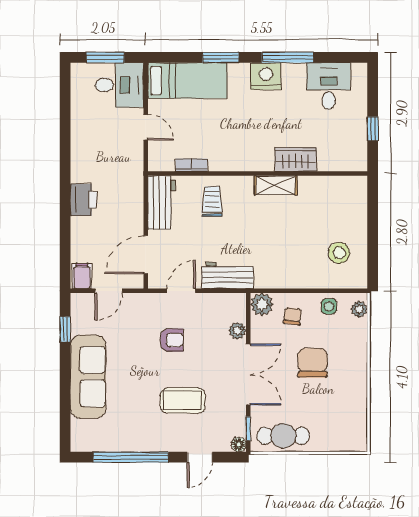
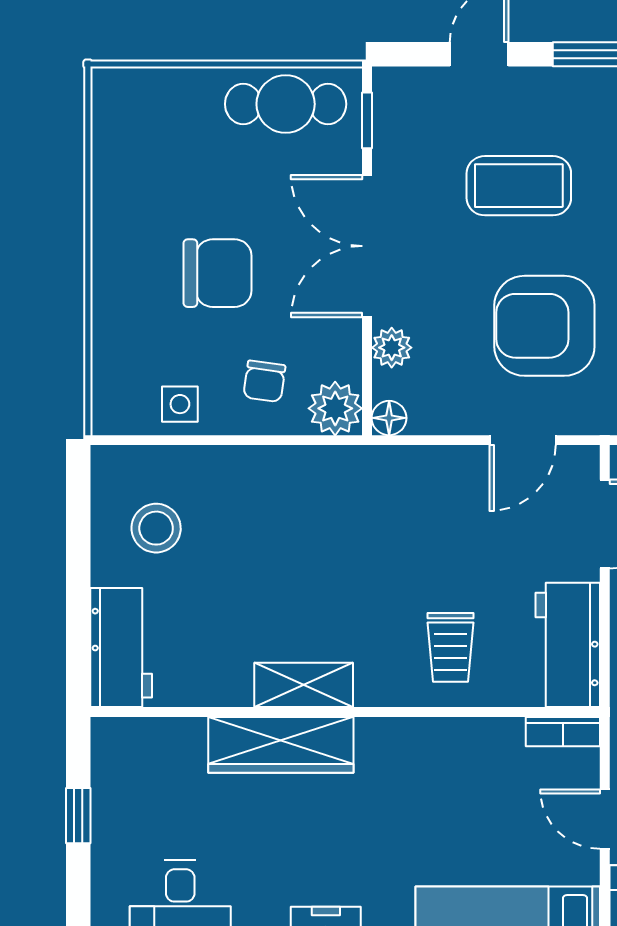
wardrobe: (296, 159) -> (281, 745), width x1.50
bookcase: (192, 165) -> (563, 732), moved
workbench: (228, 275) -> (121, 647), moved, turned -90
plant: (359, 309) -> (110, 397), removed
armchair: (172, 340) -> (544, 326), width x1.88, depth x1.88
chair: (313, 363) -> (217, 273), turned -90
floor lamp: (239, 444) -> (389, 418), moved

